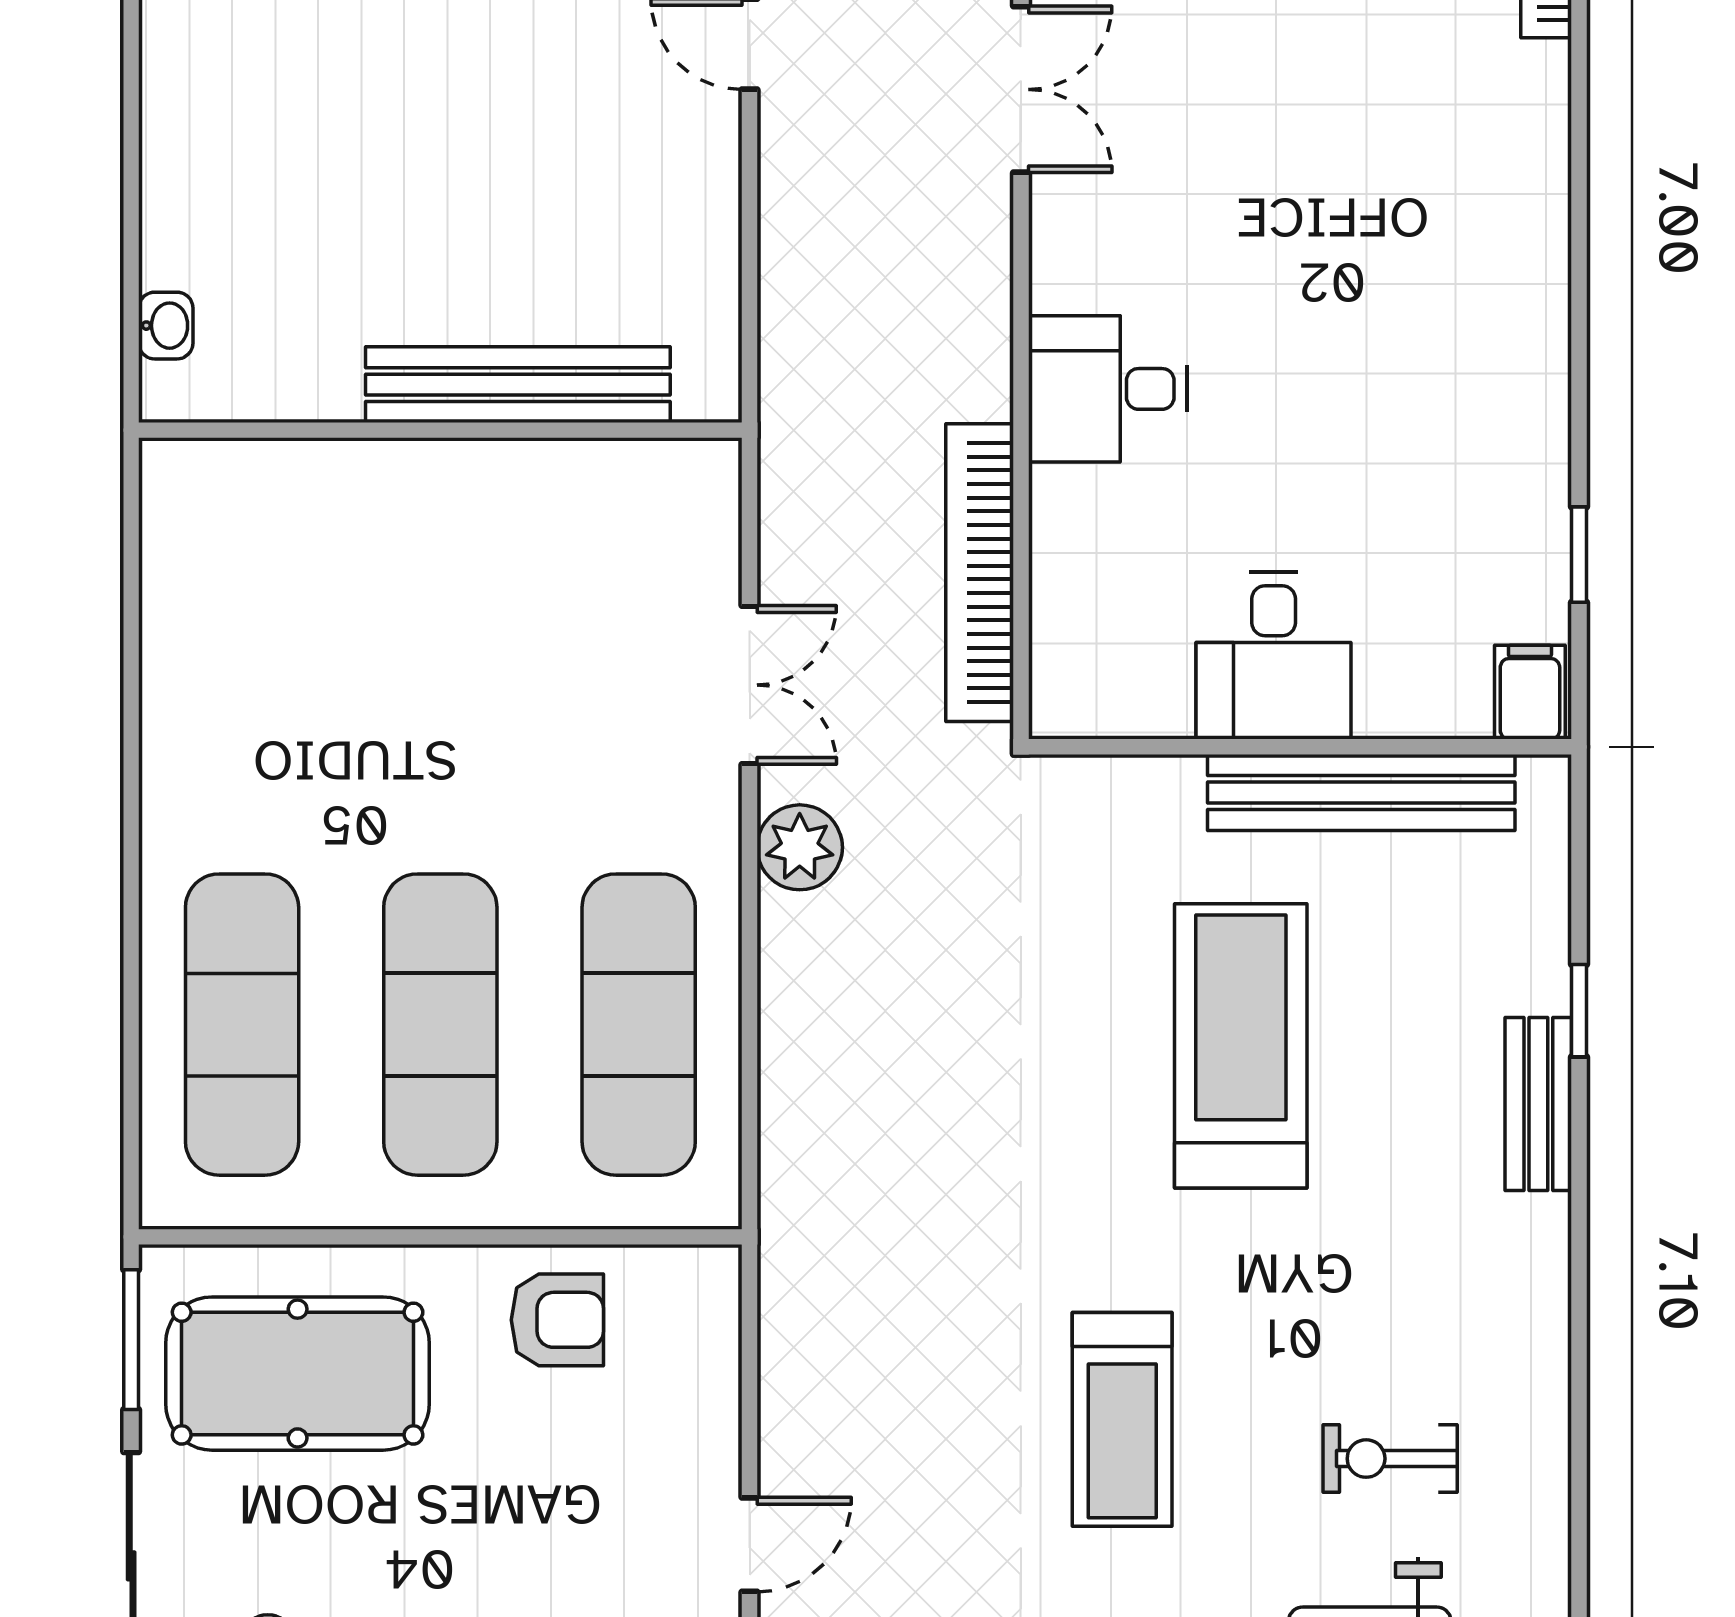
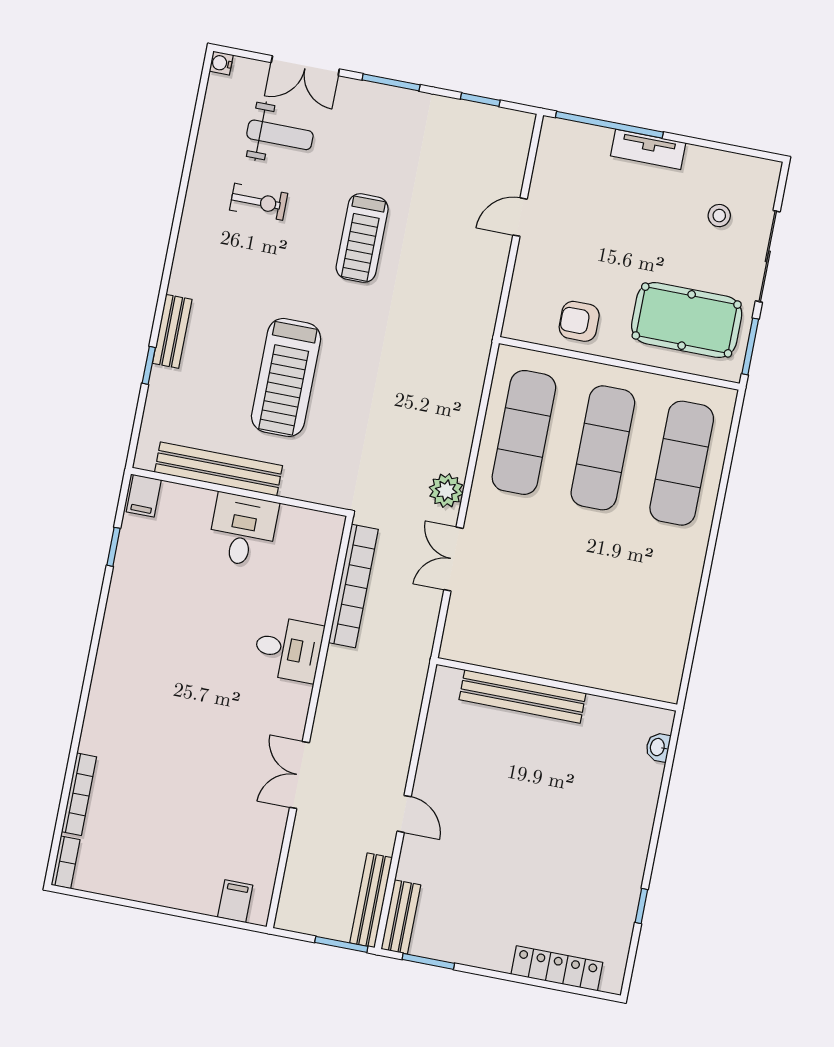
treadmill: (1122, 1419) -> (362, 238), turned 180

